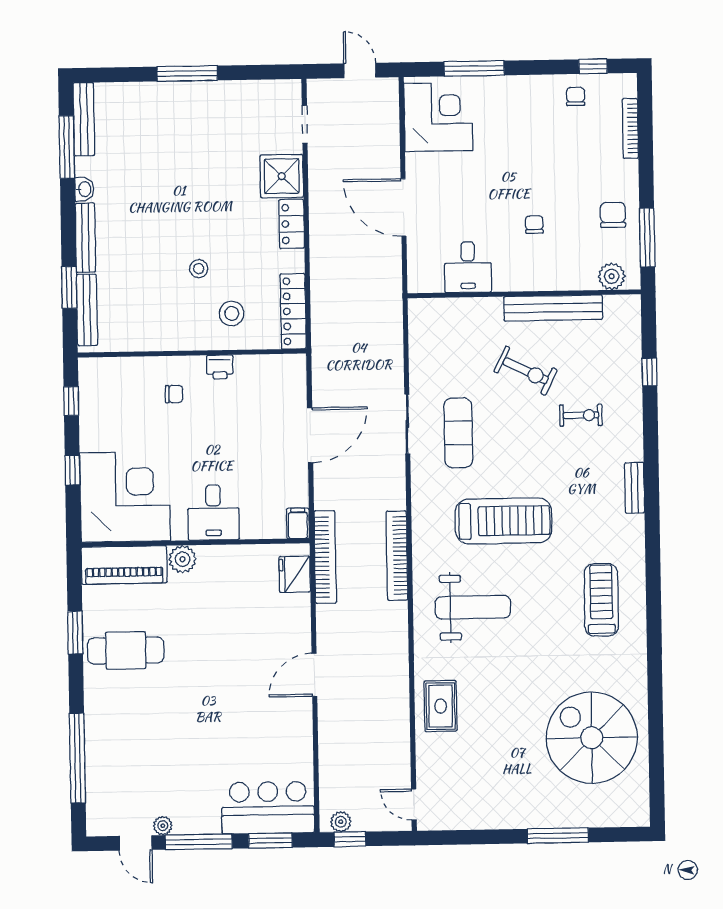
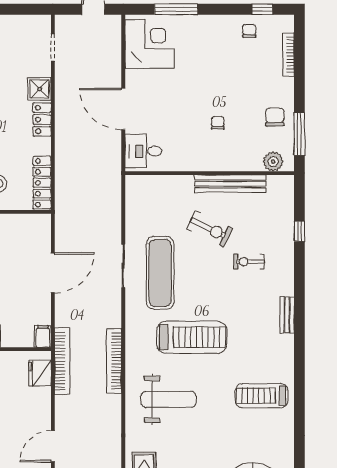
shower: (282, 176) -> (40, 89), width x0.73, depth x0.73
desk: (468, 267) -> (143, 151), moved, turned 90
exercise bike: (581, 415) -> (249, 262), turned 180
exercise mat: (458, 433) -> (160, 273), width x1.36, depth x1.45
treadmill: (601, 600) -> (262, 396), turned -90

